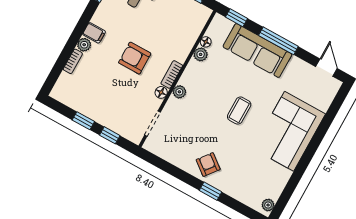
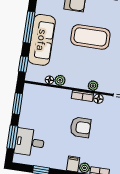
armchair: (135, 58) -> (80, 127), turned -90
coffee table: (239, 111) -> (90, 37), width x1.86, depth x1.72

